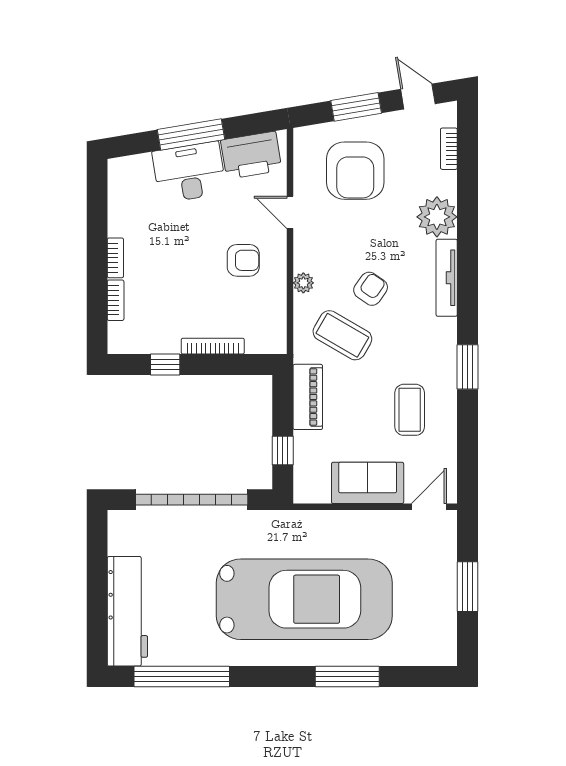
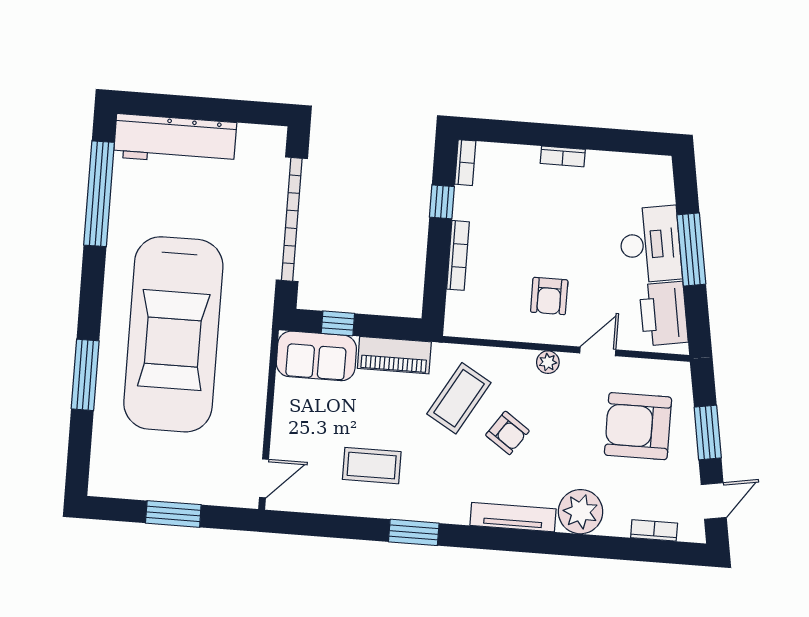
plant: (303, 283) -> (548, 362), moved
bookcase: (116, 300) -> (465, 163), moved, turned -90
sofa: (368, 483) -> (316, 356), moved, turned 90
door: (429, 507) -> (264, 478), hinge flipped

